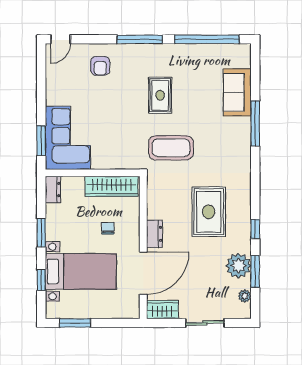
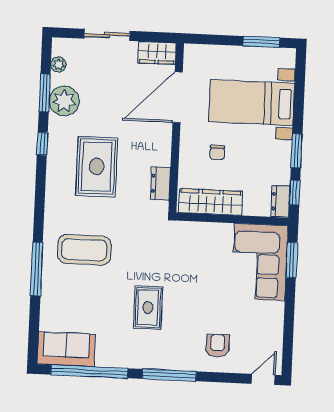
sofa: (237, 92) -> (66, 349), moved, turned -90
coffee table: (171, 148) -> (84, 250), moved
dresser: (154, 234) -> (160, 184), moved
window: (41, 280) -> (295, 192), moved

